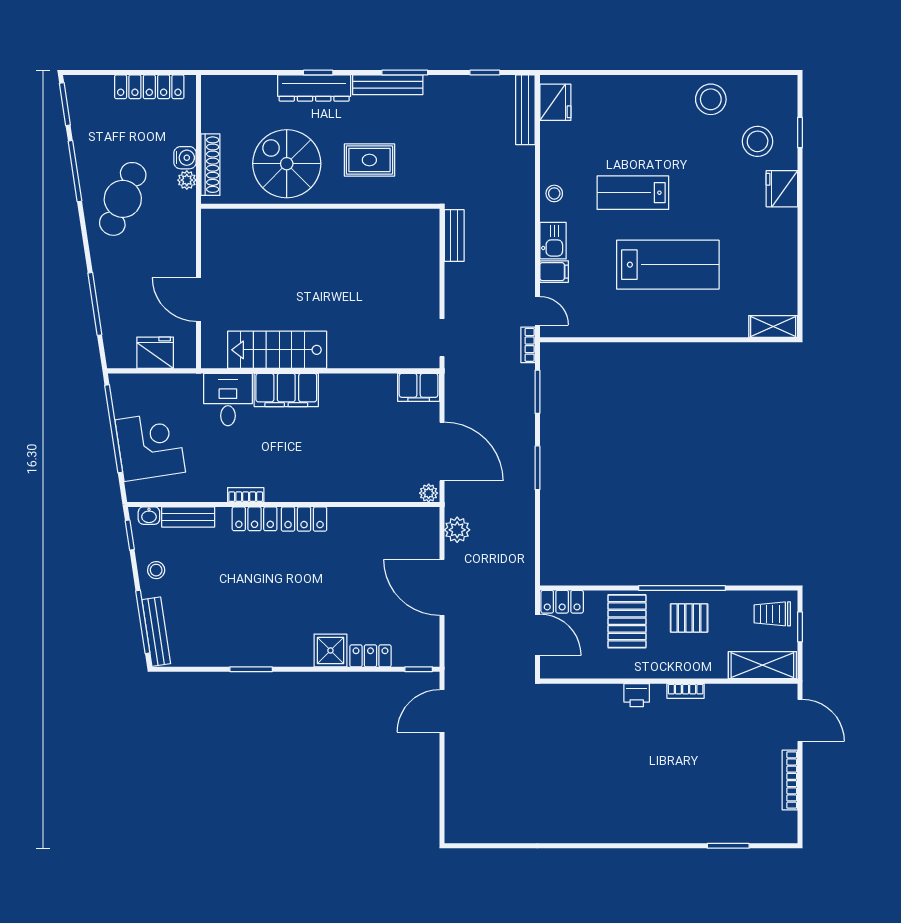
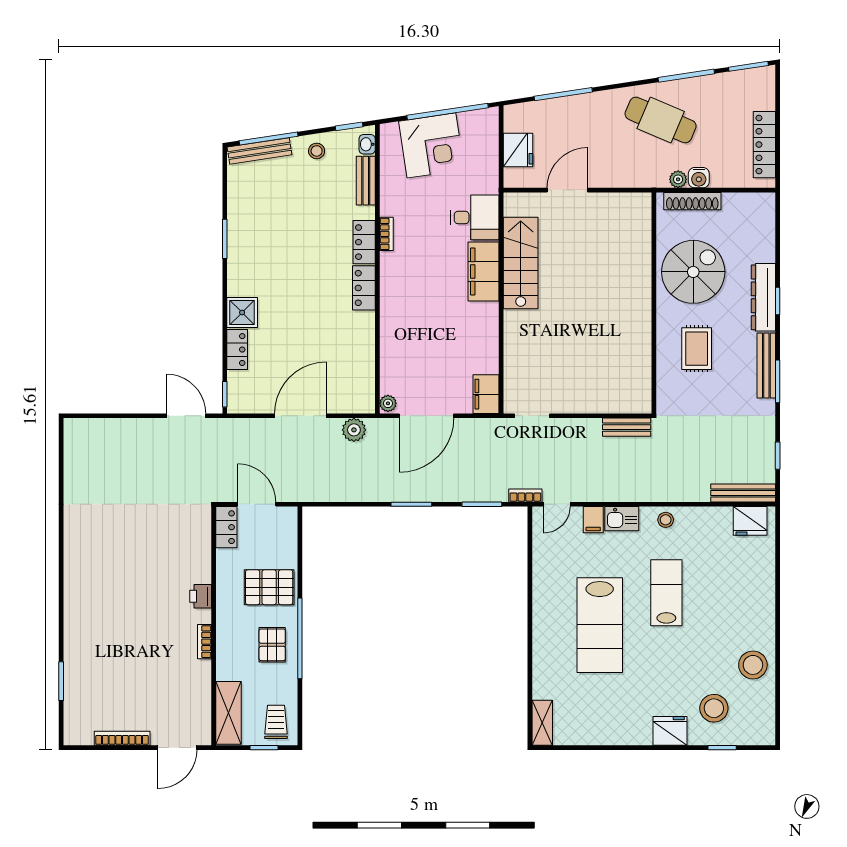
locker: (562, 602) -> (226, 527), moved, turned 180
door: (537, 635) -> (257, 504), swing flipped

